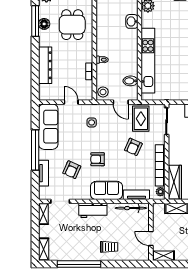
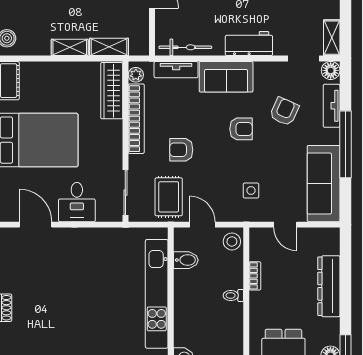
armchair: (133, 147) -> (181, 150), turned -114
floor lamp: (44, 194) -> (331, 70), added

